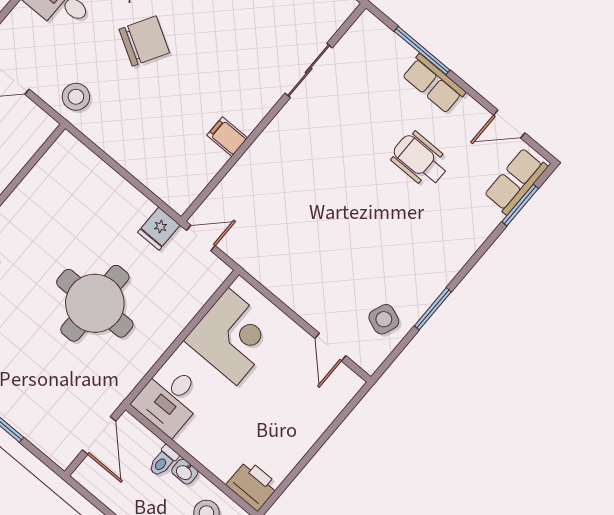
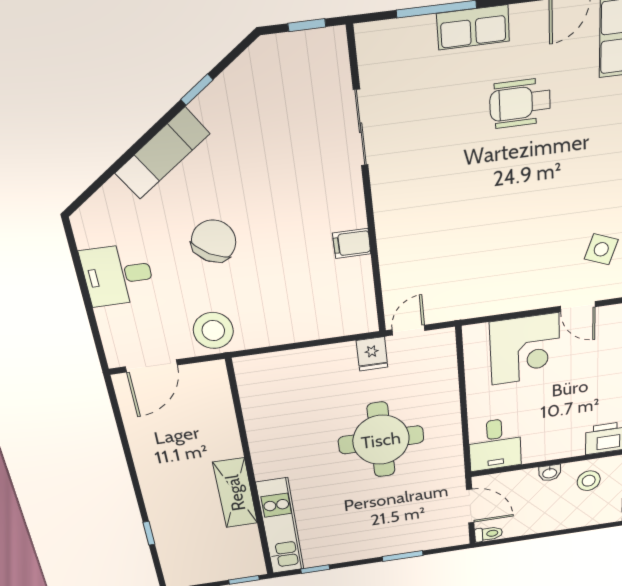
stool: (76, 97) -> (213, 331), width x1.38, depth x1.38
corner desk: (232, 336) -> (525, 349), moved, turned 90
toilet: (163, 461) -> (489, 534), moved, turned -90

